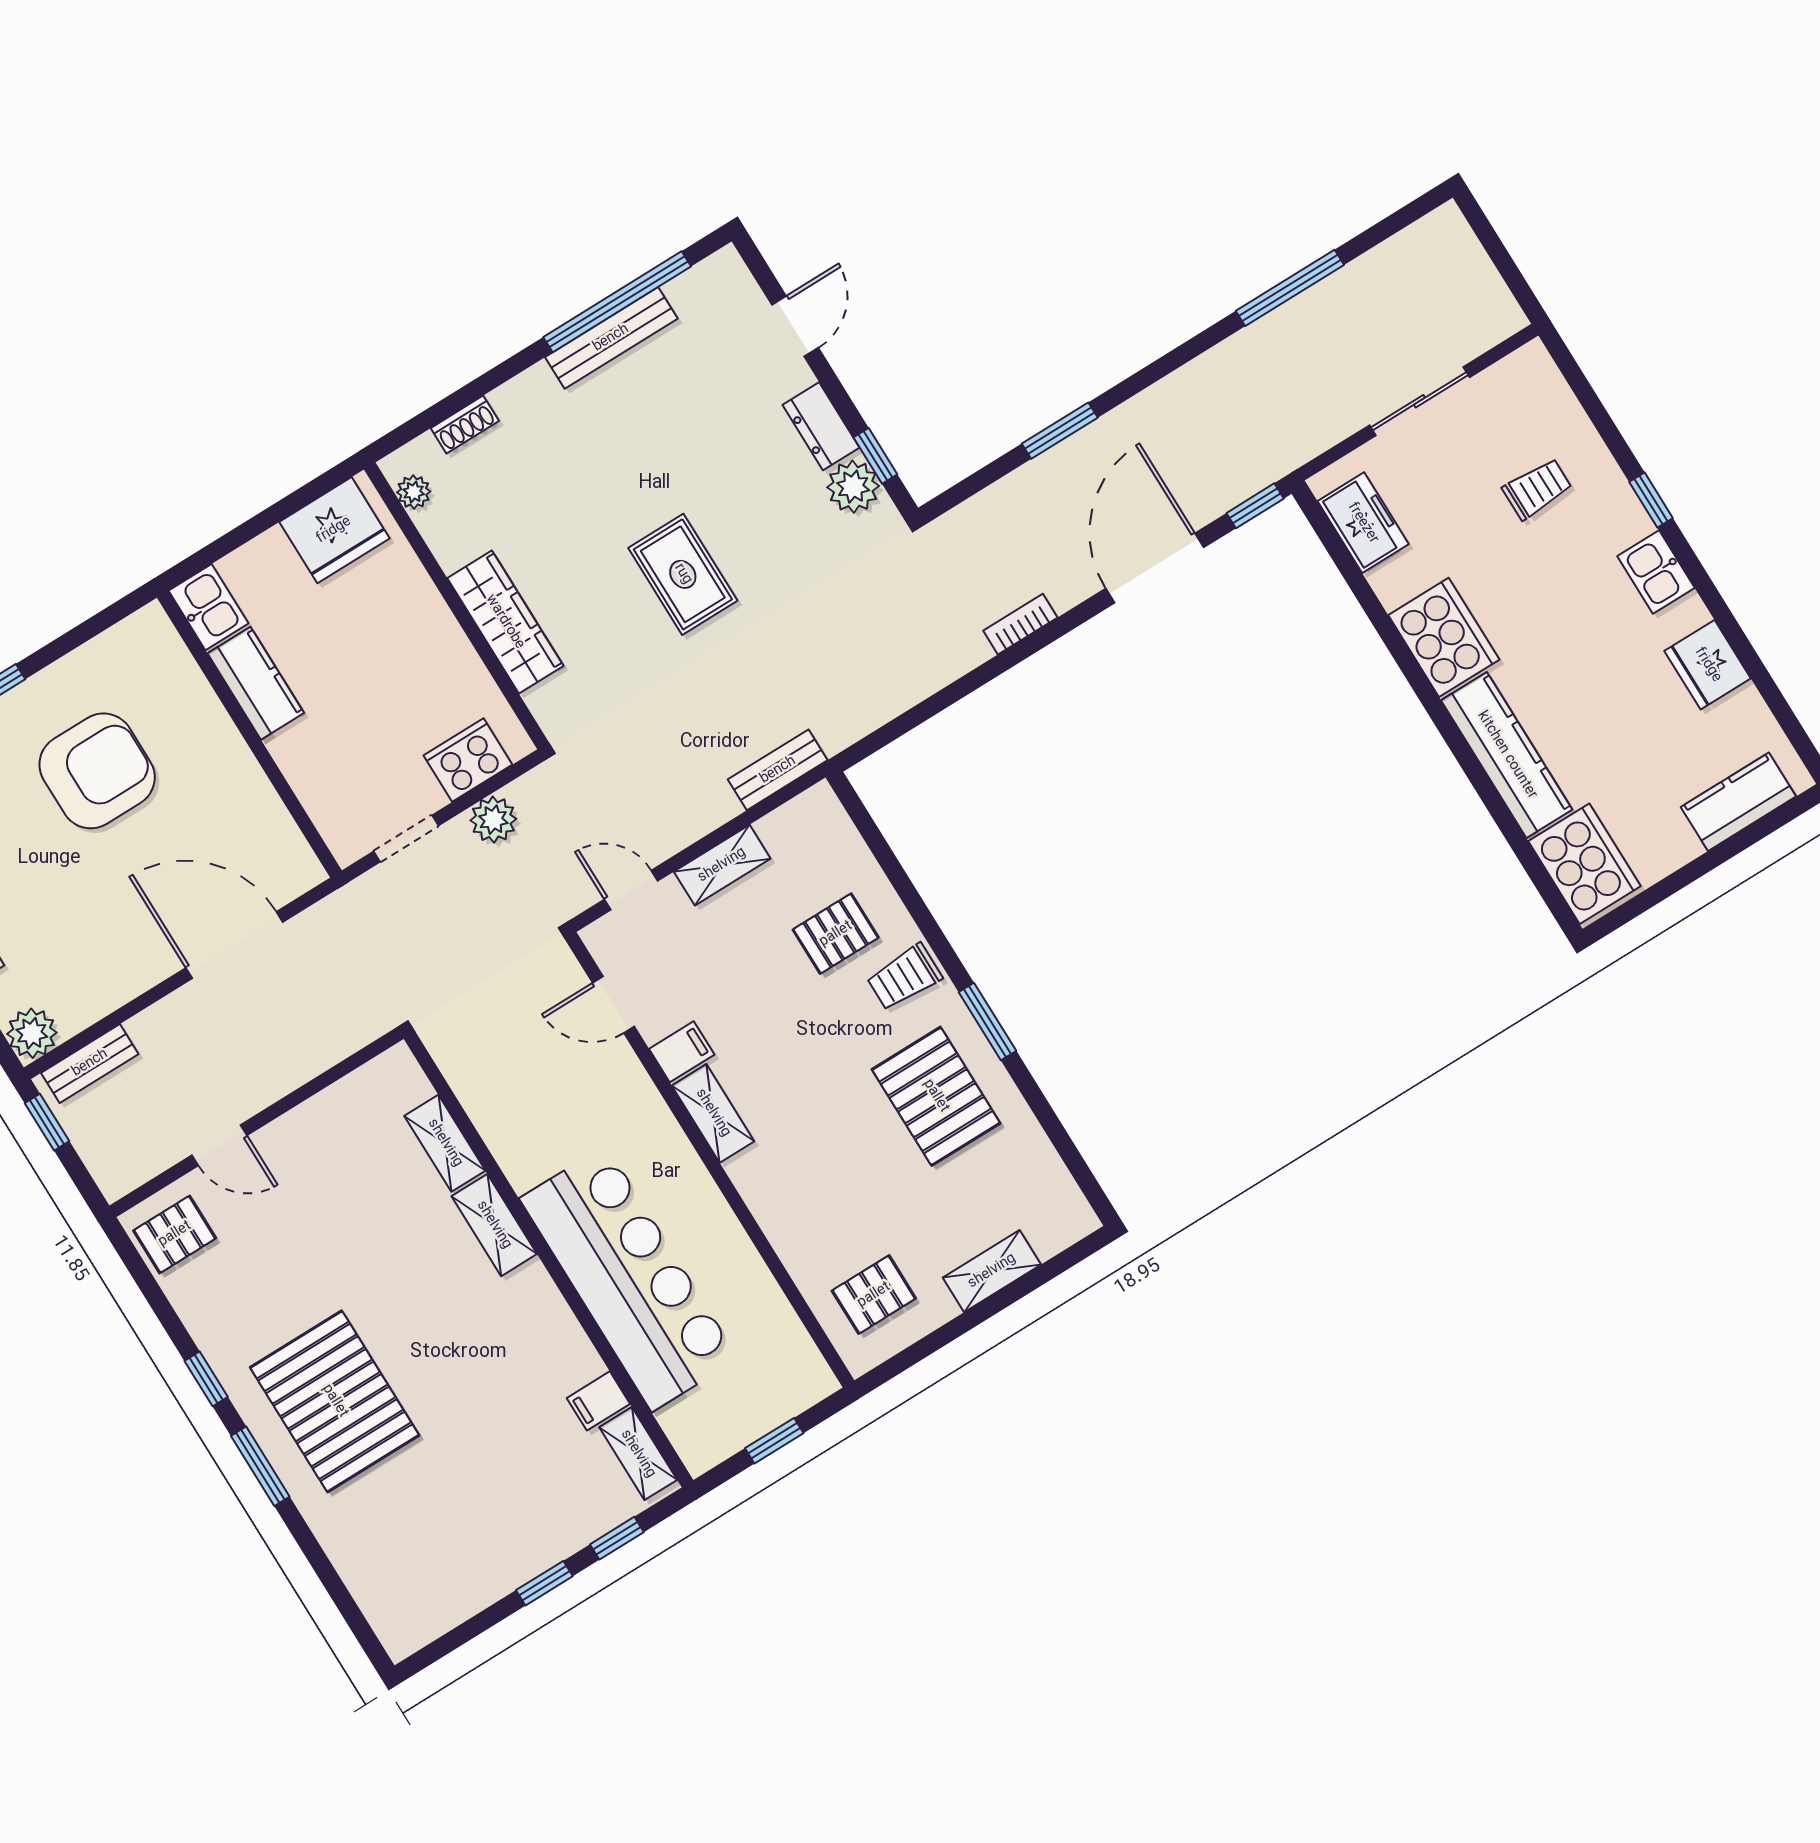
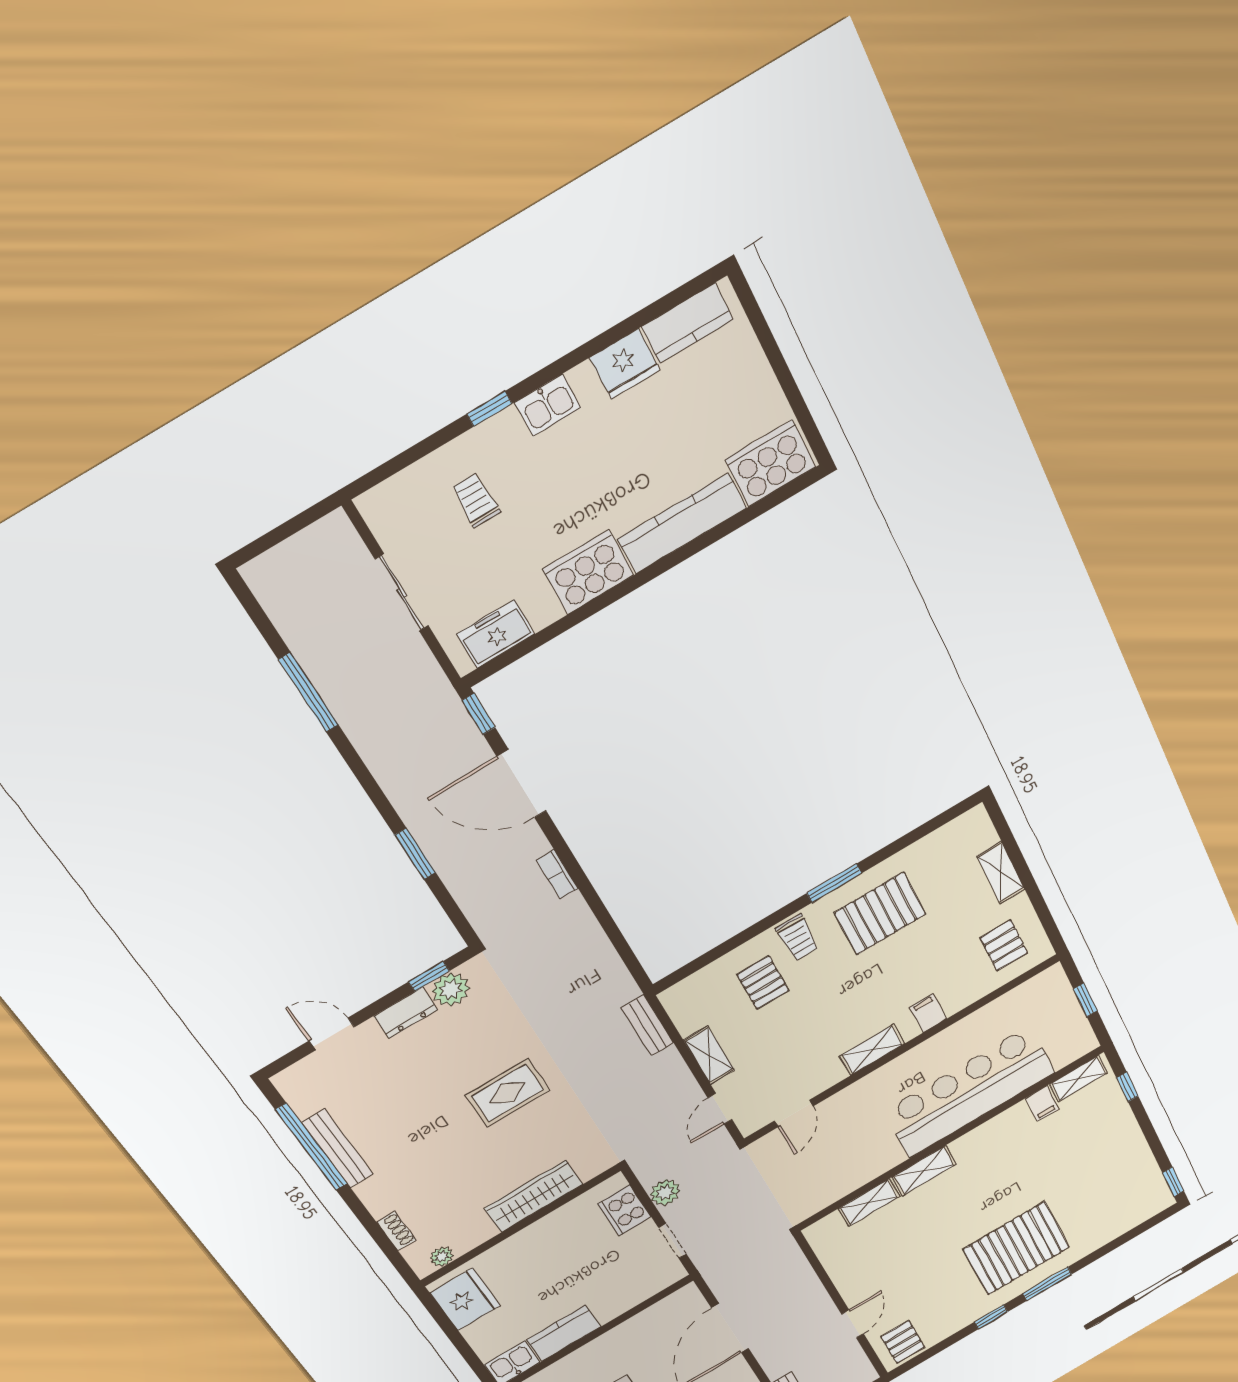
kitchen counter: (1738, 802) -> (687, 323), moved, turned -90
filing cabinet: (682, 1052) -> (928, 1013), moved
window: (544, 1583) -> (1173, 1182), moved

